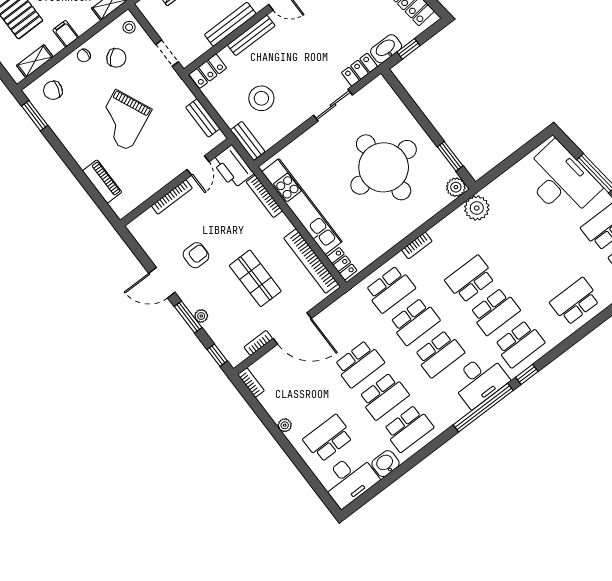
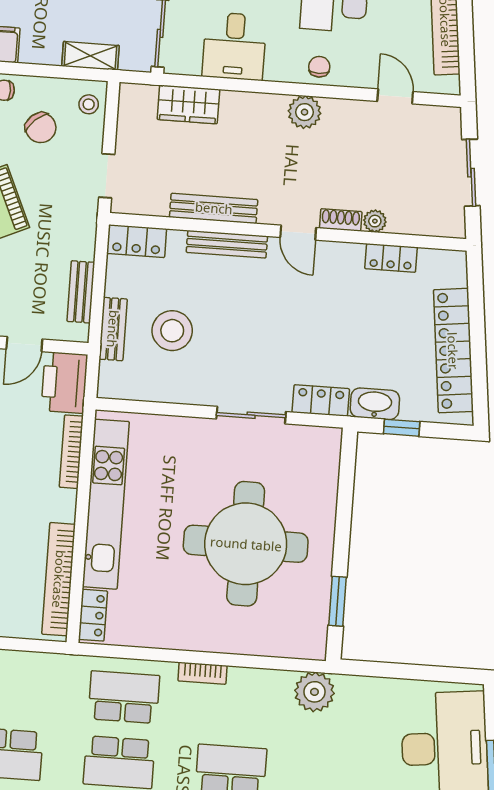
bench: (248, 141) -> (113, 329), moved
plant: (456, 187) -> (312, 645), removed
school desk: (390, 289) -> (124, 697), turned 180

